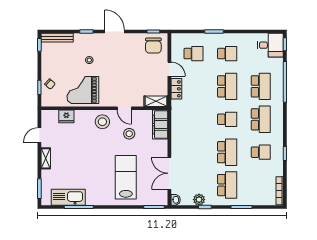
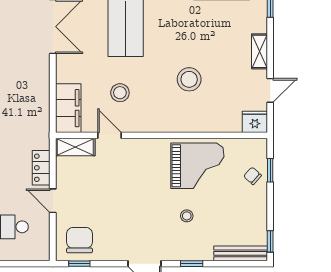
door: (124, 108) -> (110, 135), moved
fridge: (66, 116) -> (255, 122), moved
stool: (102, 122) -> (189, 79), moved

